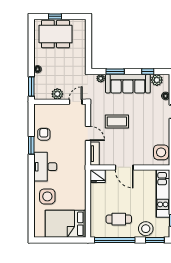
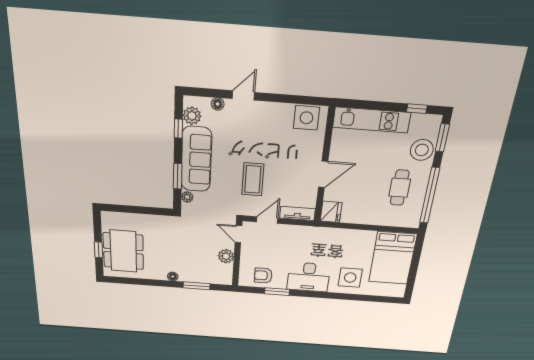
plant: (57, 94) -> (226, 256), moved
wall: (60, 102) -> (237, 254), moved
door: (76, 102) -> (239, 234), moved

